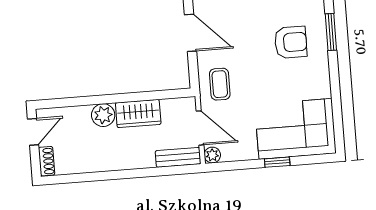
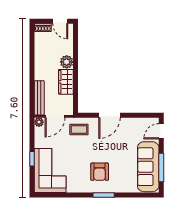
bench: (178, 157) -> (39, 98), width x1.36

